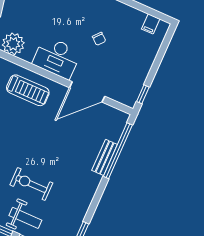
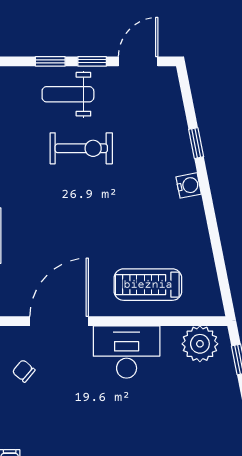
chair: (99, 39) -> (24, 371), moved

